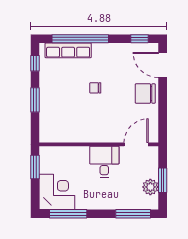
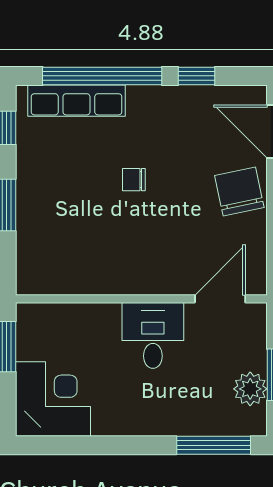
window: (139, 39) -> (197, 76), moved
chair: (145, 93) -> (239, 192), turned 78
window: (68, 214) -> (77, 445), removed

